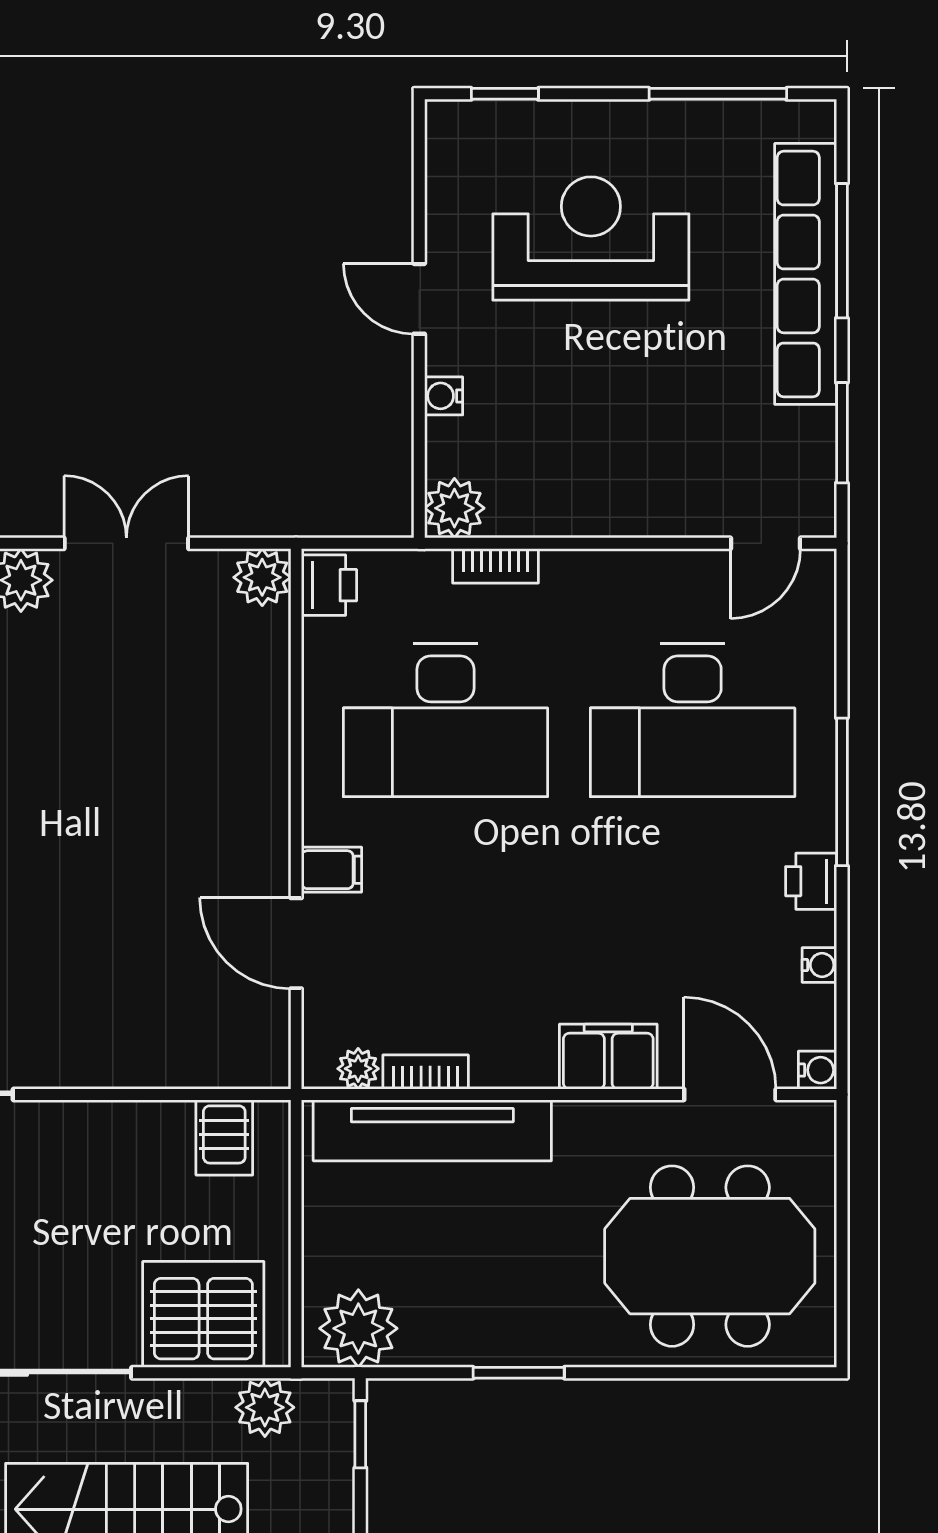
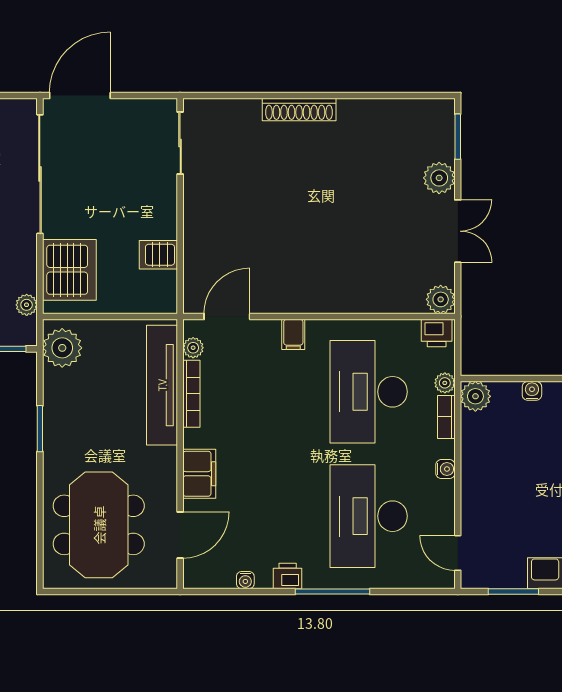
plant: (428, 569) -> (445, 383), added
door: (296, 943) -> (227, 317), moved
water cooler: (818, 1070) -> (445, 469), moved, turned -90
bookcase: (426, 1072) -> (191, 394), width x1.56
server rack: (224, 1137) -> (158, 255), moved
plant: (265, 1407) -> (27, 305), width x0.73, depth x0.73

